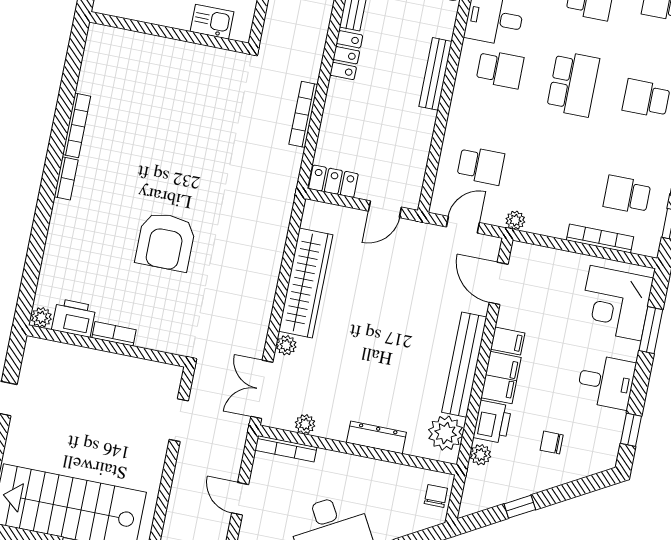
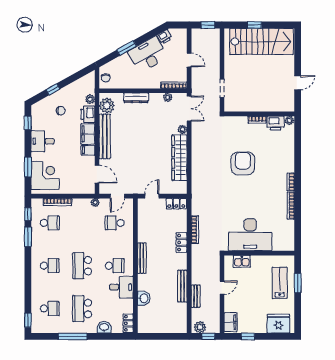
locker: (346, 55) -> (182, 243), moved
school desk: (500, 69) -> (115, 266), turned 180
desk: (181, 78) -> (250, 235), added
window: (520, 507) -> (53, 89), moved

